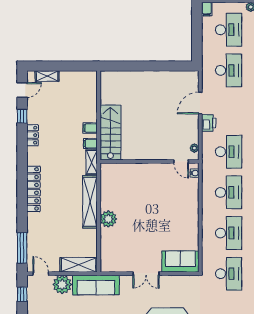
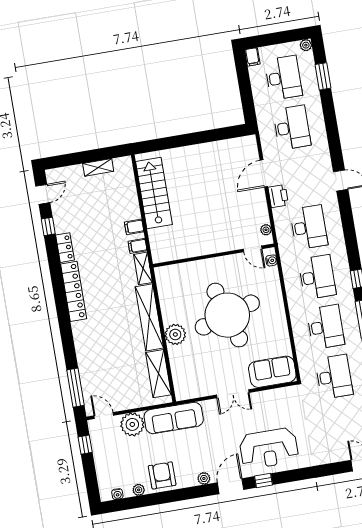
shelving: (47, 76) -> (98, 167), moved
stairs: (110, 133) -> (154, 193), moved
locker: (33, 189) -> (74, 291), moved
round table: (152, 210) -> (227, 315), added
shelving: (79, 265) -> (158, 374), moved, turned 90

